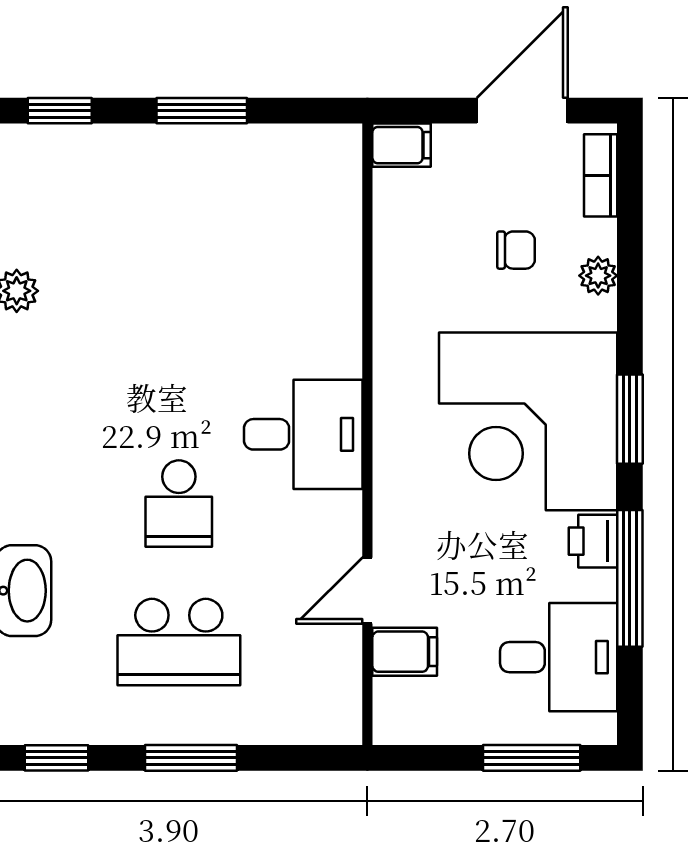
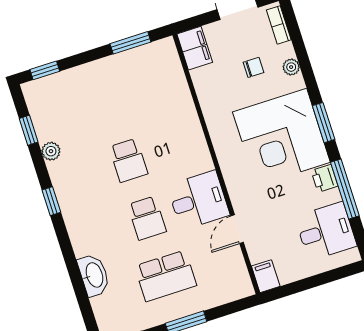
window: (202, 111) -> (130, 43), moved
filing cabinet: (402, 145) -> (195, 48), width x2.00
school desk: (179, 365) -> (128, 160), added
desk: (303, 434) -> (198, 200), moved
filing cabinet: (405, 652) -> (266, 276), moved, turned -90
window: (532, 758) -> (328, 277), removed

